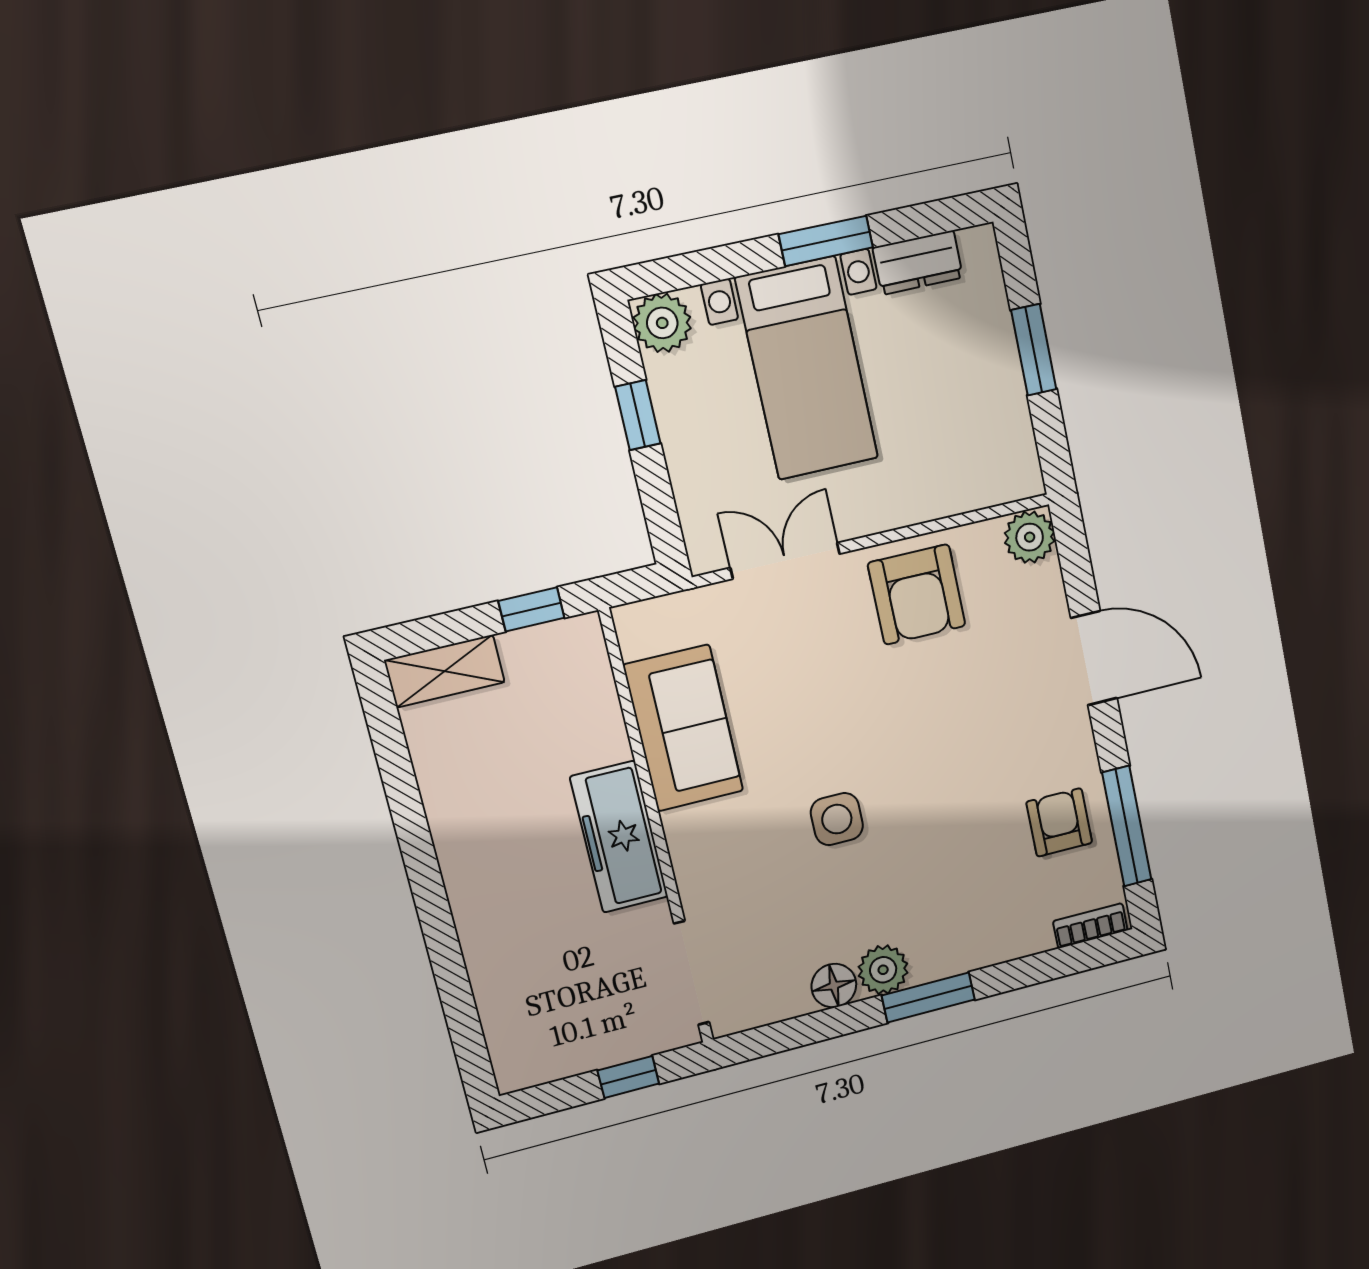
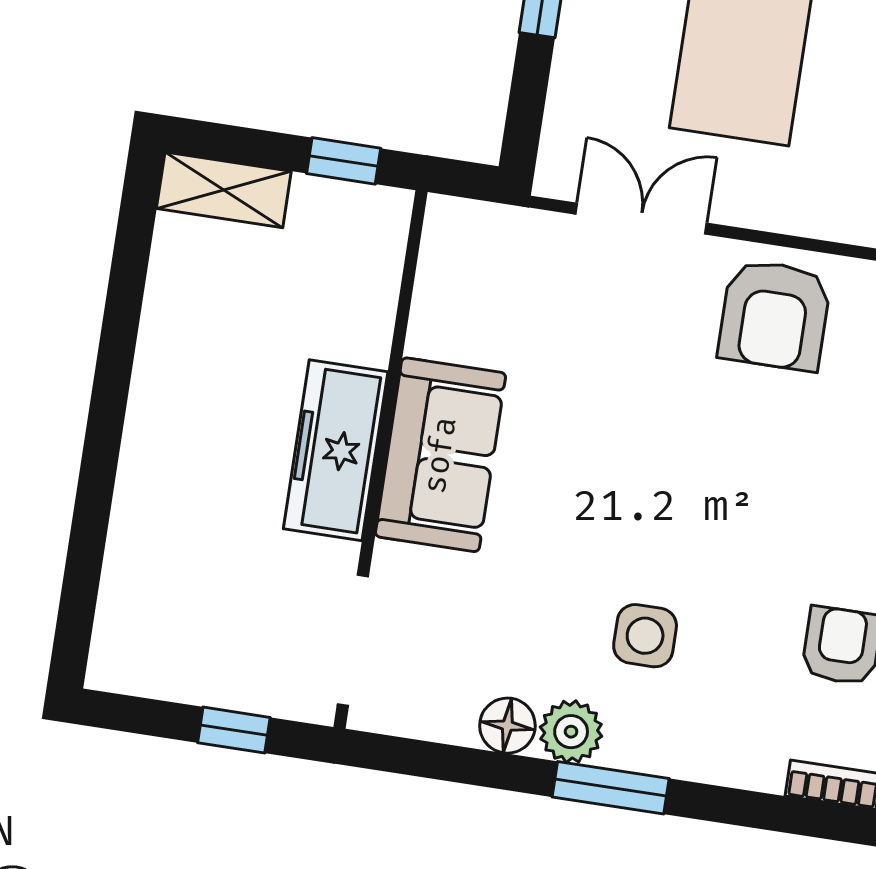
sofa: (683, 728) -> (440, 455), moved
side table: (837, 819) -> (645, 636), moved

